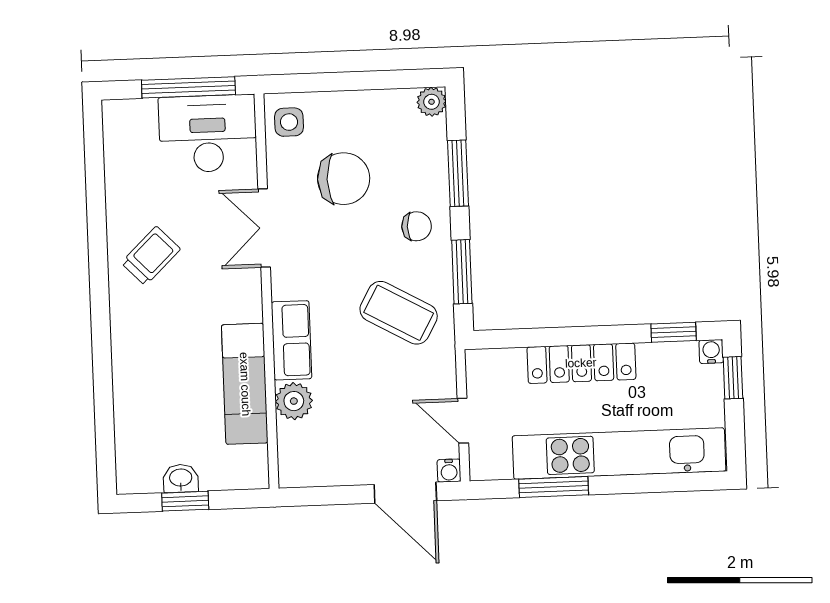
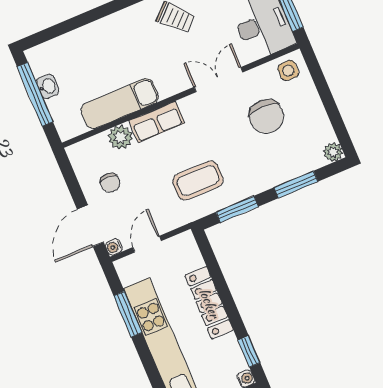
chair: (417, 226) -> (110, 183), moved
coffee table: (399, 313) -> (198, 180), turned 61
window: (185, 501) -> (35, 94), width x2.17

